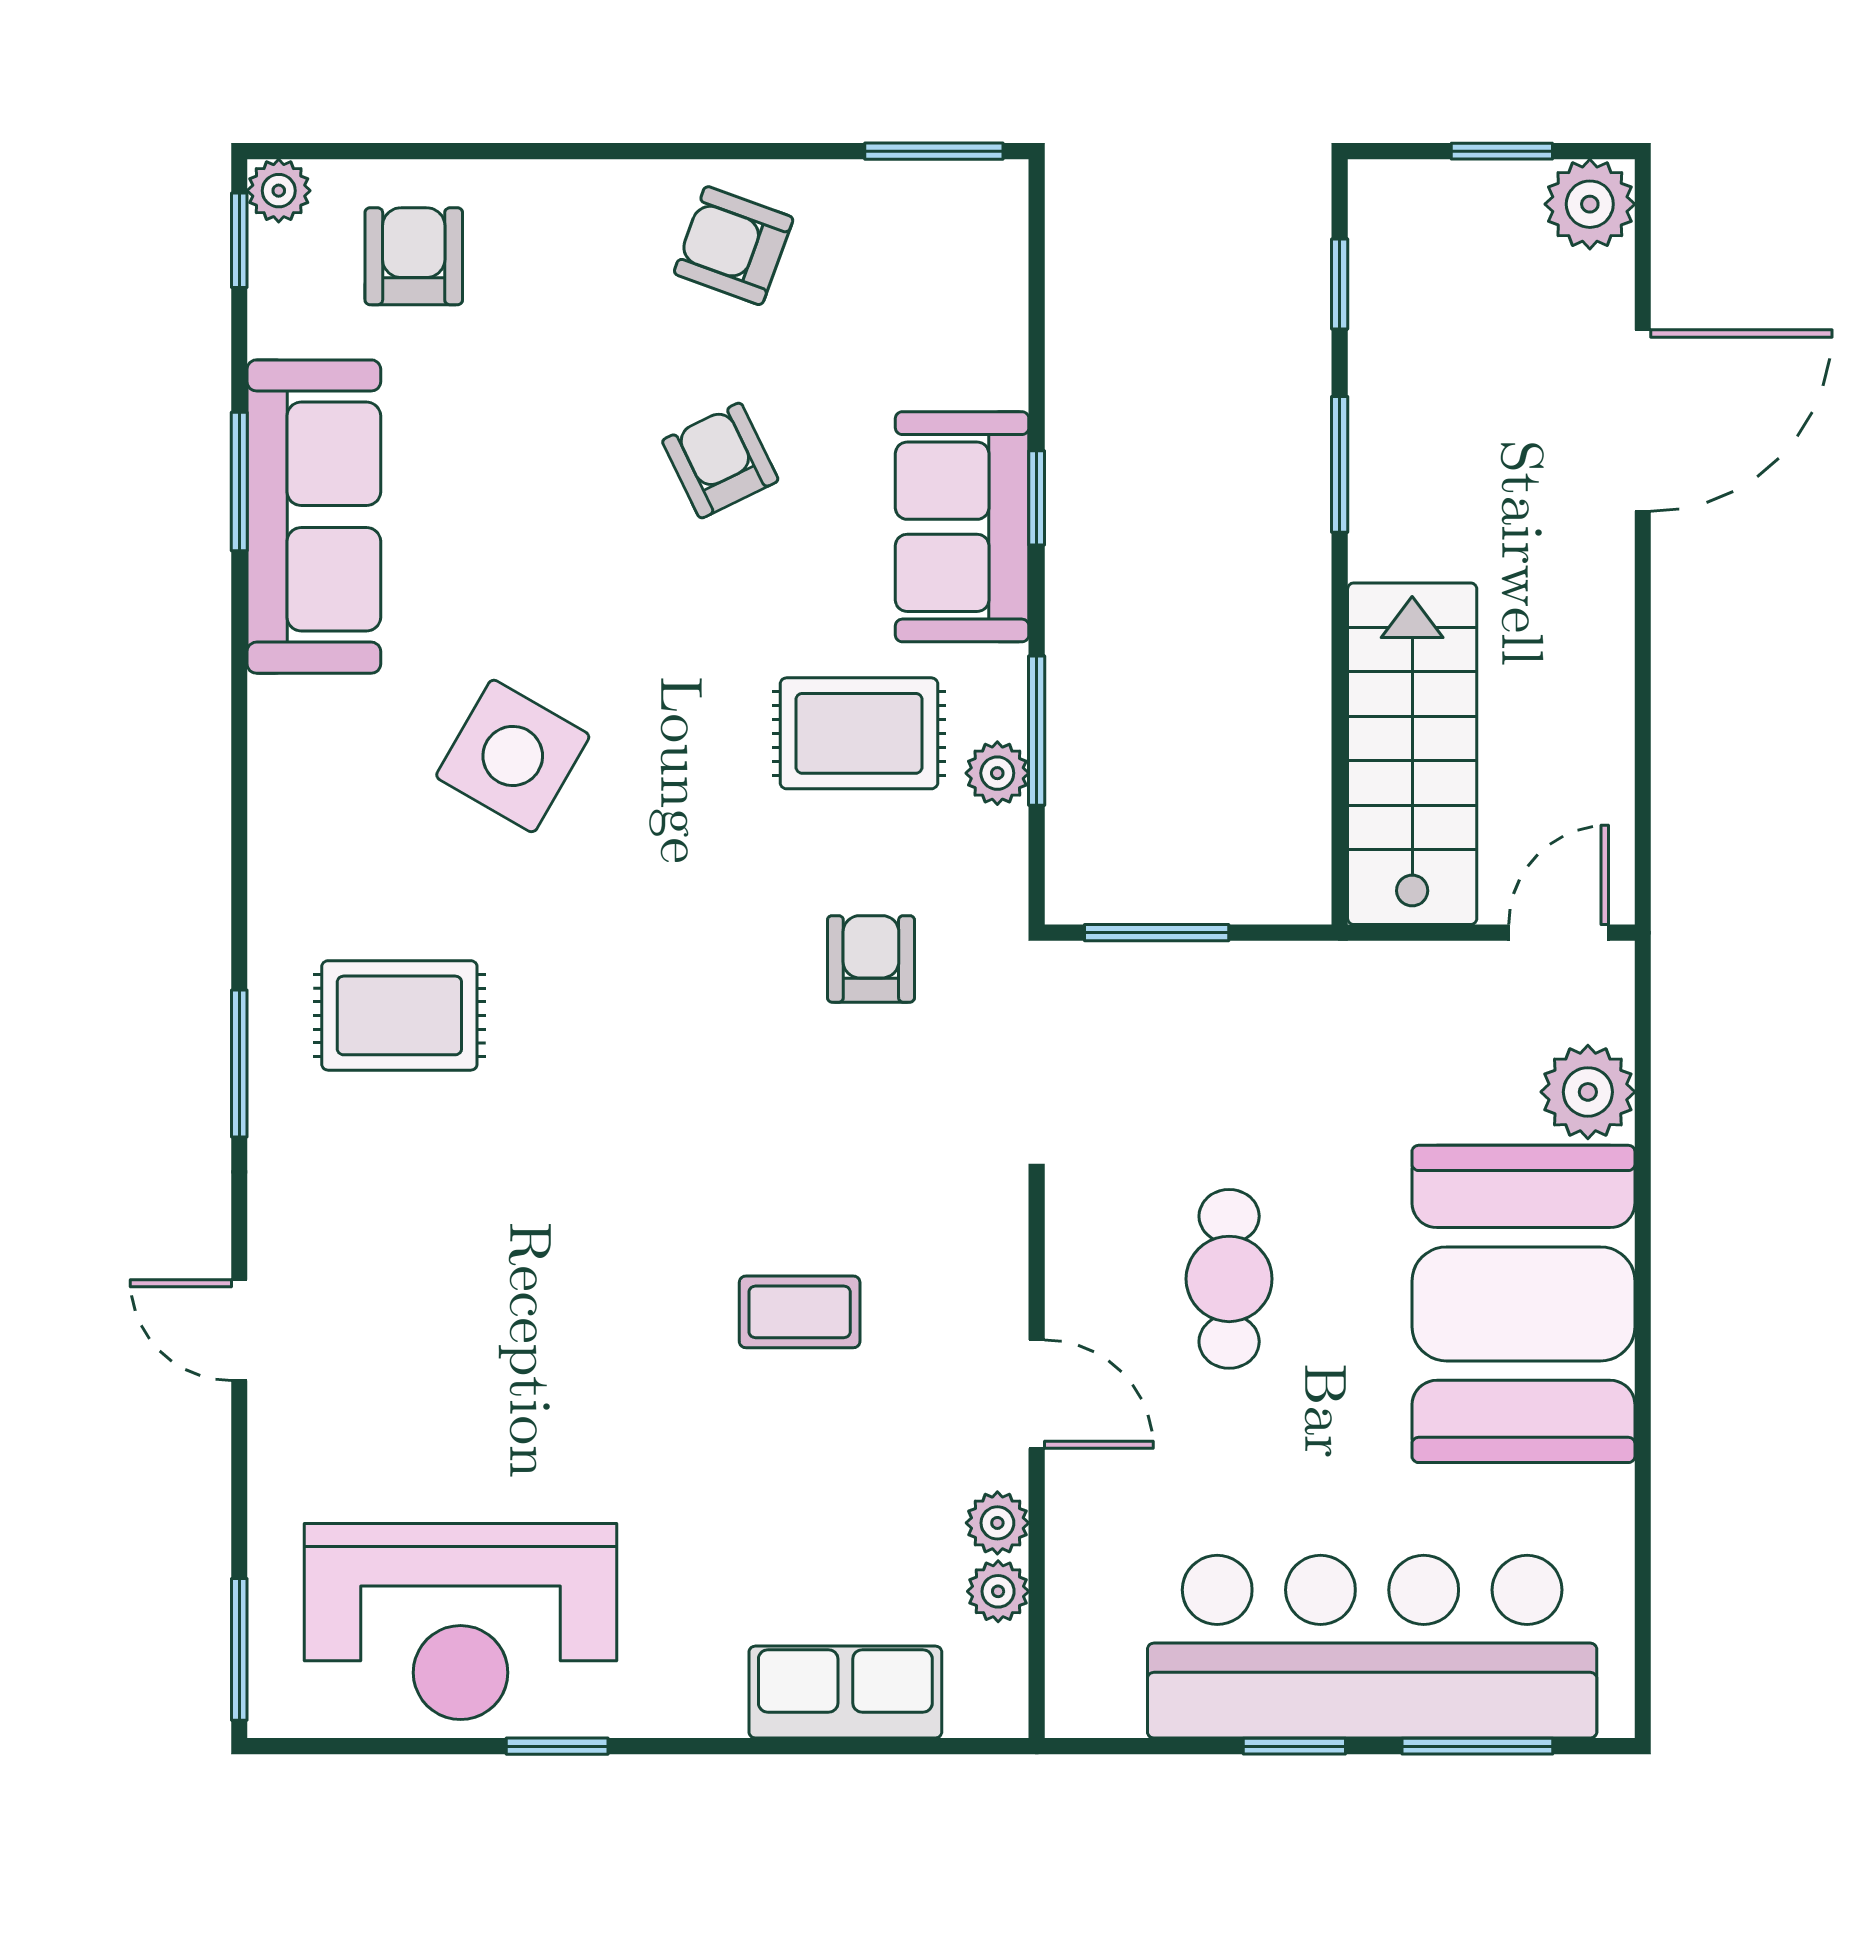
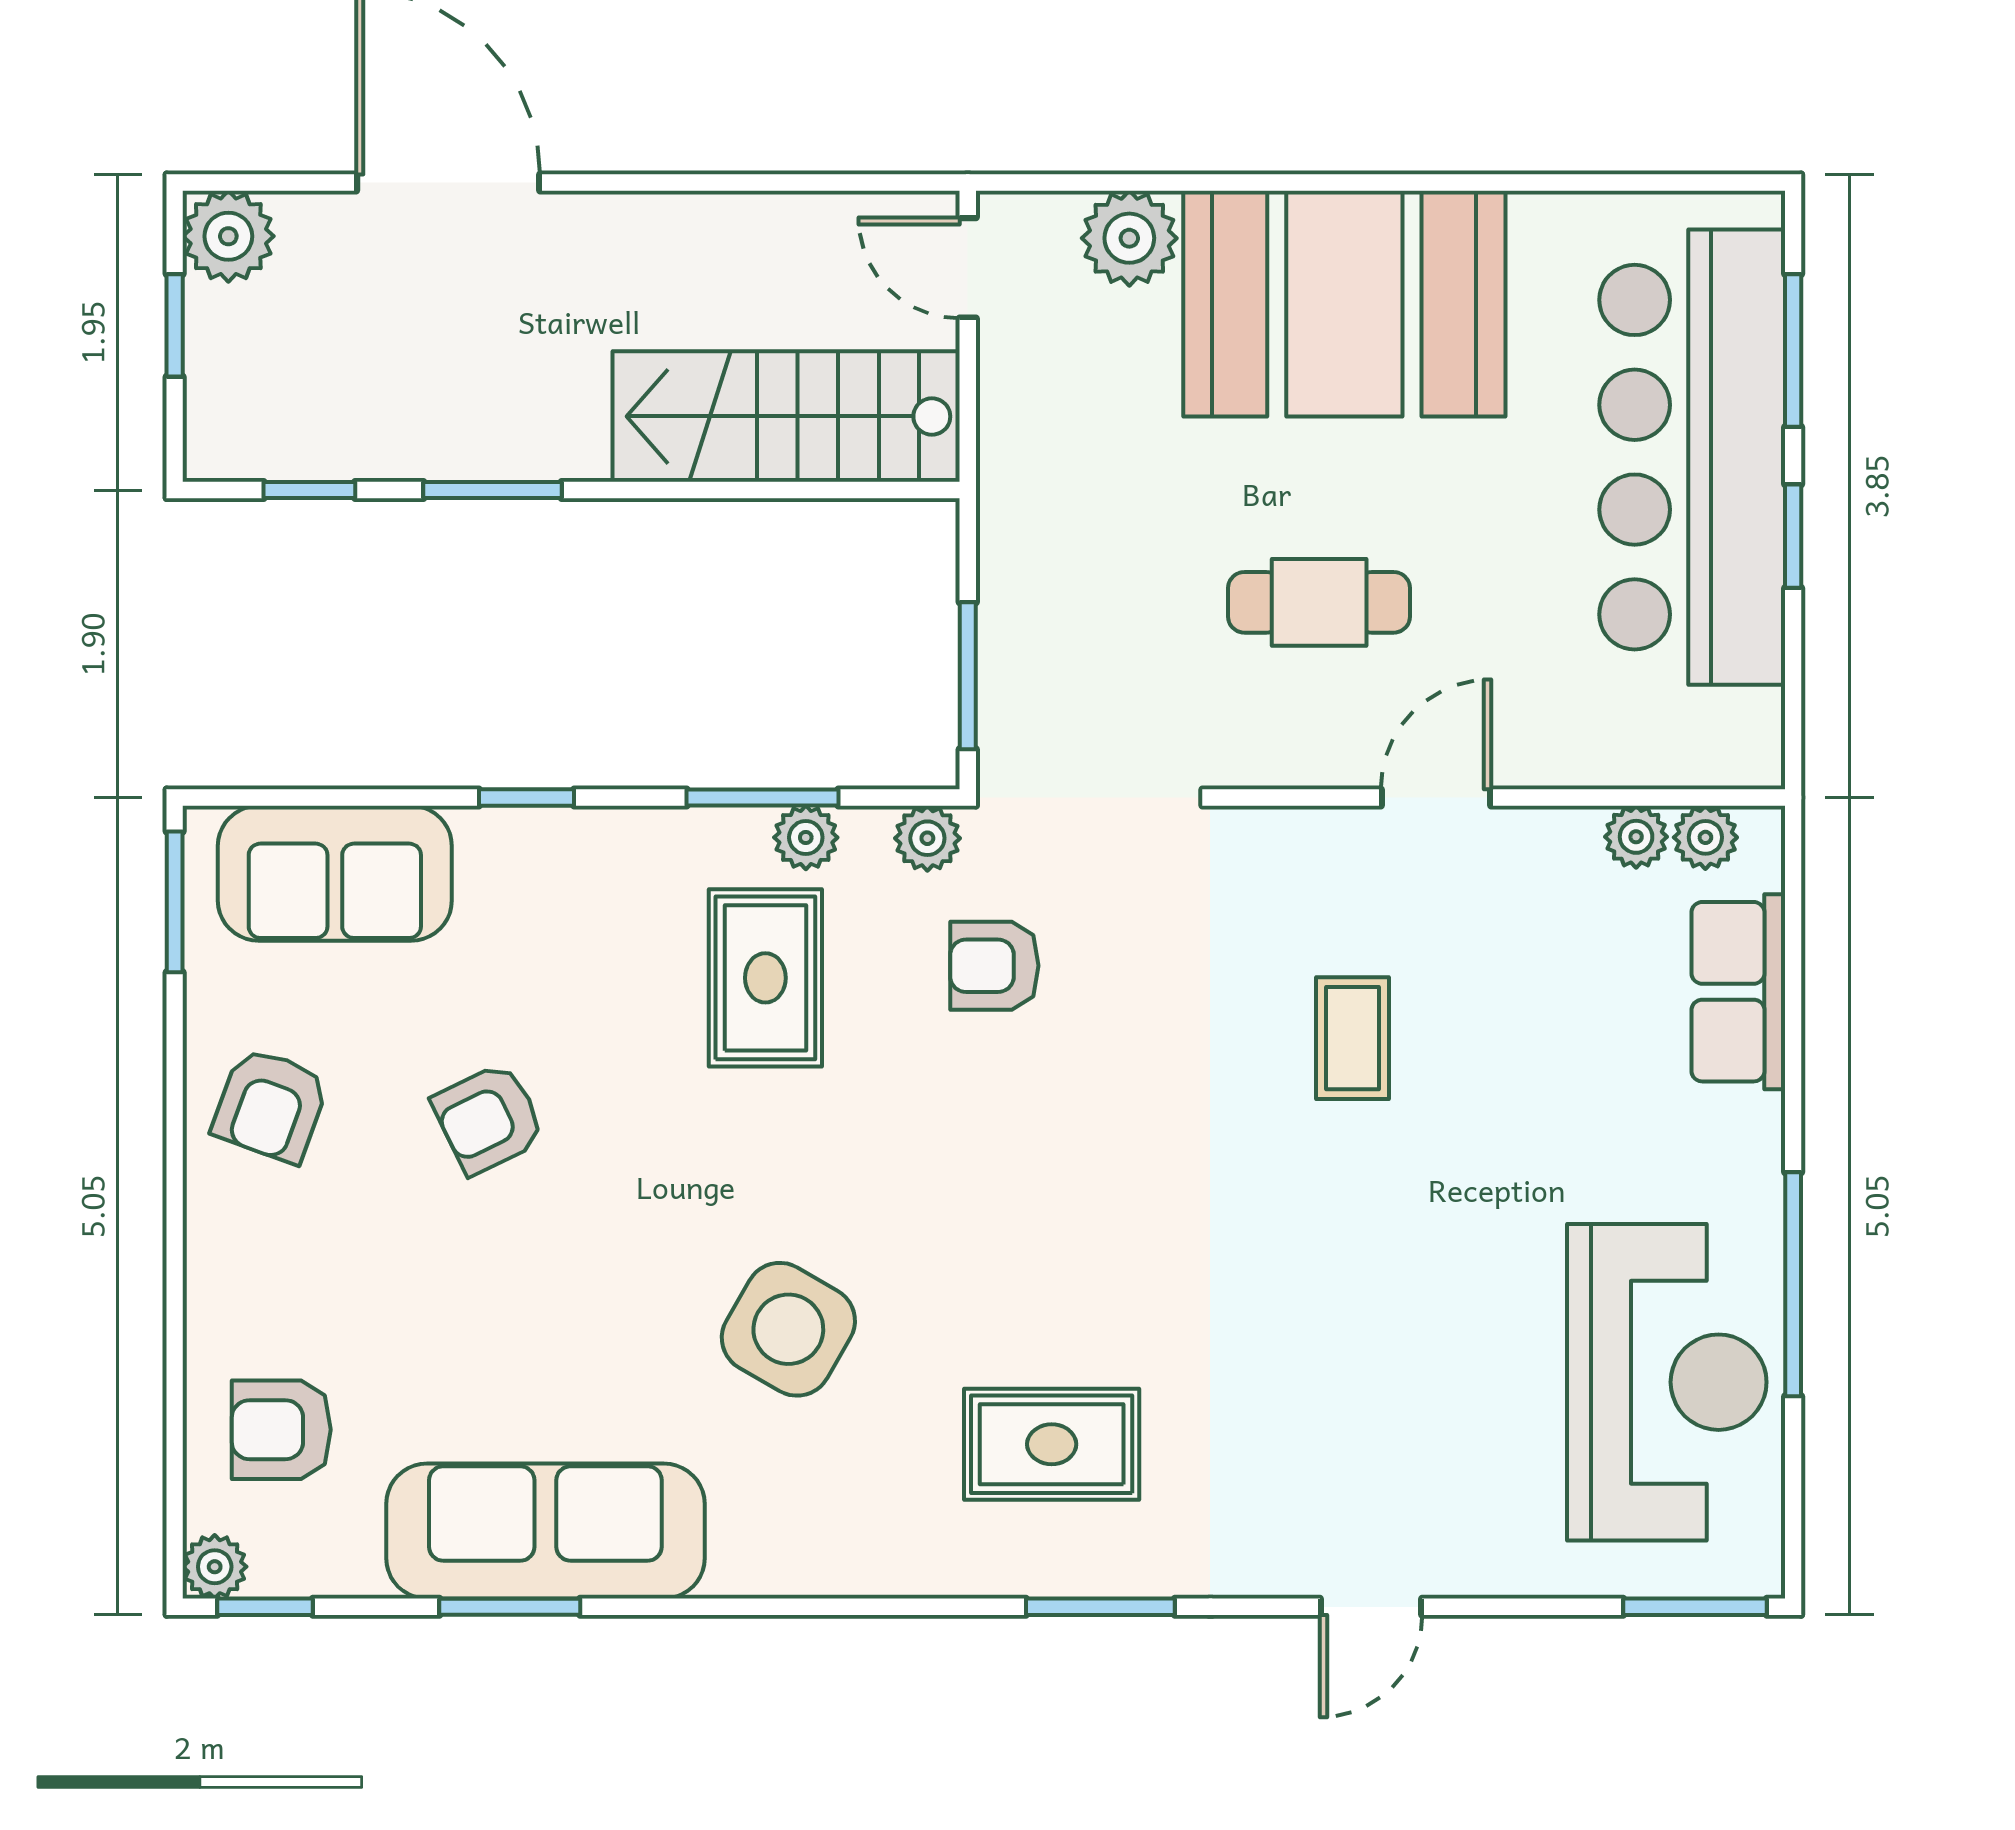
sofa: (962, 527) -> (335, 873), moved
plant: (997, 893) -> (927, 838), added
rug: (399, 1015) -> (1052, 1444), turned 90
plant: (997, 1523) -> (1705, 837), moved
window: (557, 1746) -> (1793, 1284), width x2.17

